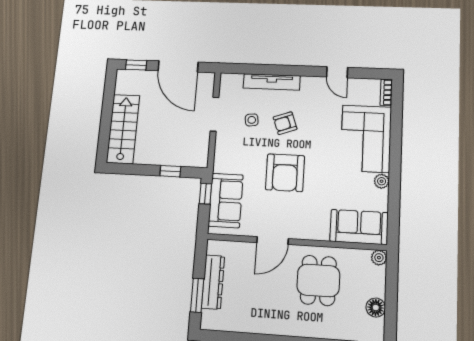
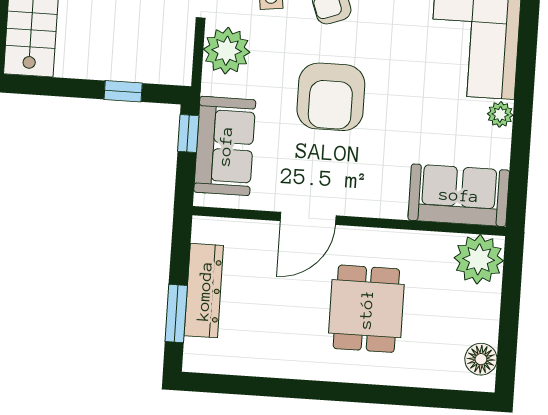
plant: (227, 149) -> (227, 51), added
plant: (379, 258) -> (479, 259), width x1.87, depth x1.87
dining table: (318, 280) -> (366, 309), moved
floor lamp: (376, 308) -> (481, 359), moved

